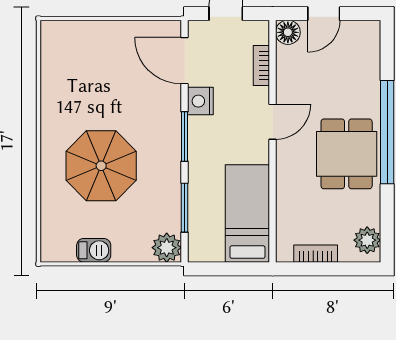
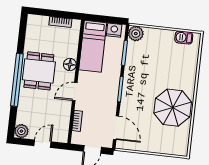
floor lamp: (288, 32) -> (70, 65), moved
nightstand: (200, 101) -> (114, 30), moved, turned -90
parasol: (101, 166) -> (173, 108), moved
plant: (367, 240) -> (21, 131), moved
barbecue: (94, 250) -> (184, 38), moved

